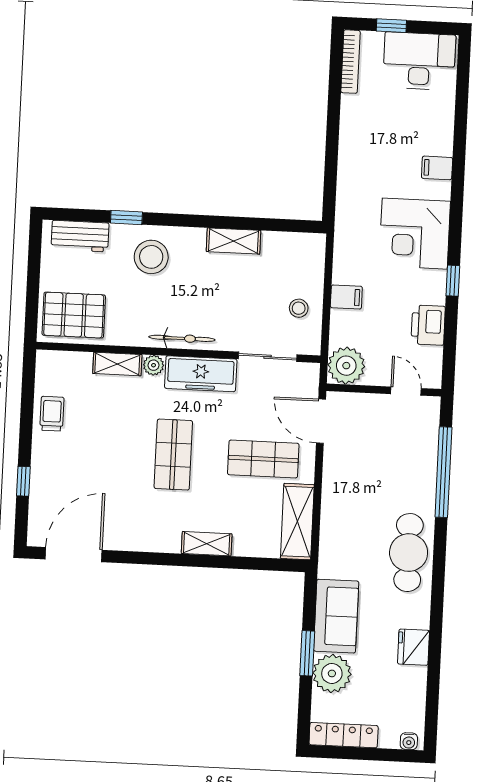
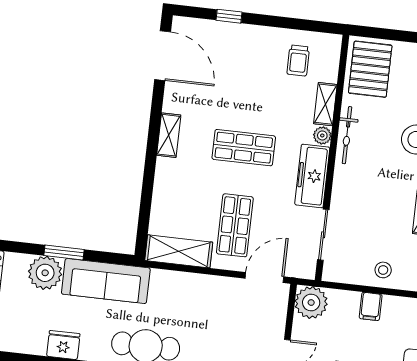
stool: (299, 308) -> (383, 270), moved
bicycle: (182, 338) -> (347, 135), moved
trolley: (52, 414) -> (298, 60), moved, turned 90
shelving: (207, 544) -> (169, 135), moved
sofa: (336, 616) -> (106, 281), width x1.36

